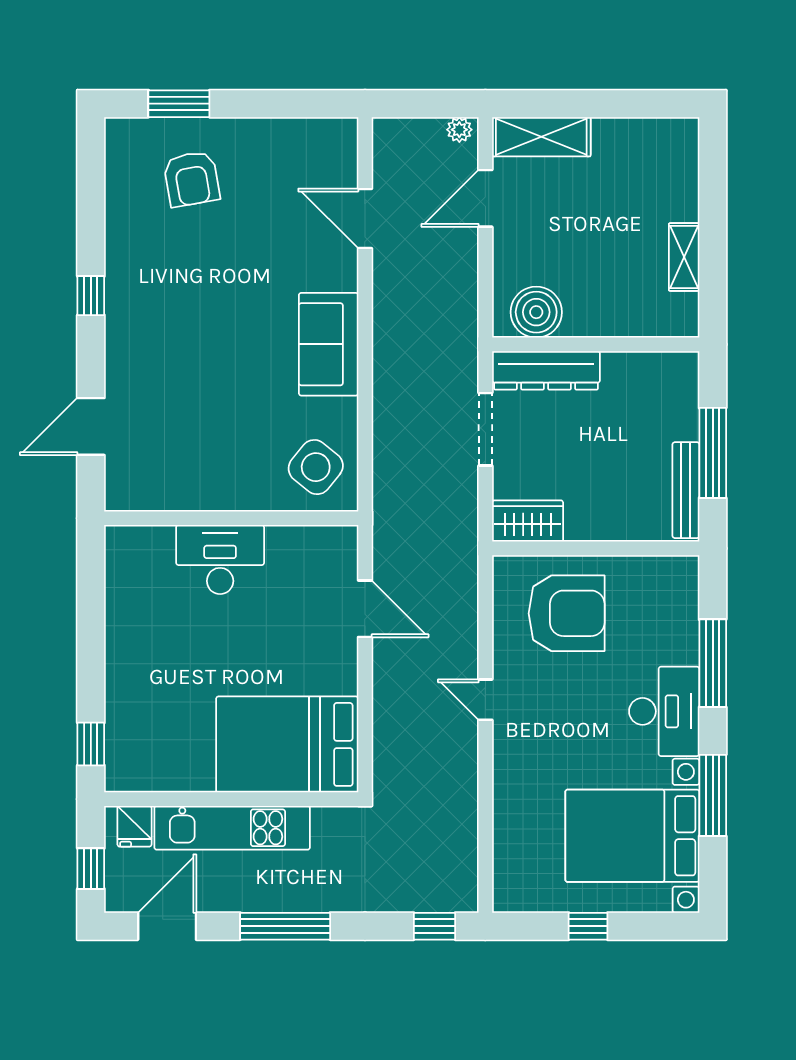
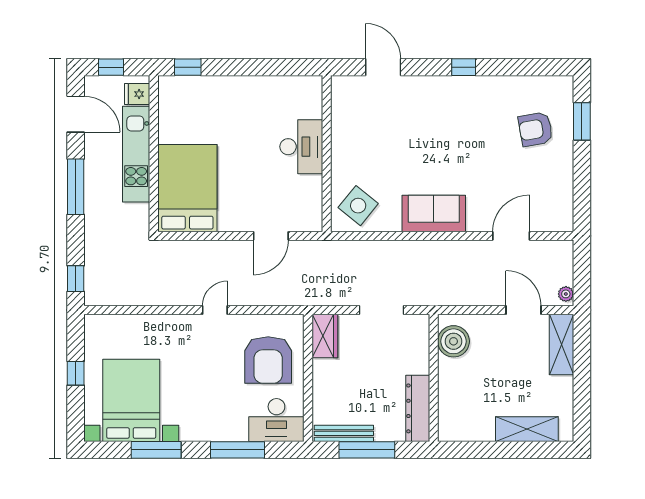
shelving: (684, 257) -> (527, 429), moved, width x1.50, depth x1.33
dresser: (546, 370) -> (418, 408), moved
desk: (664, 711) -> (276, 420), moved

